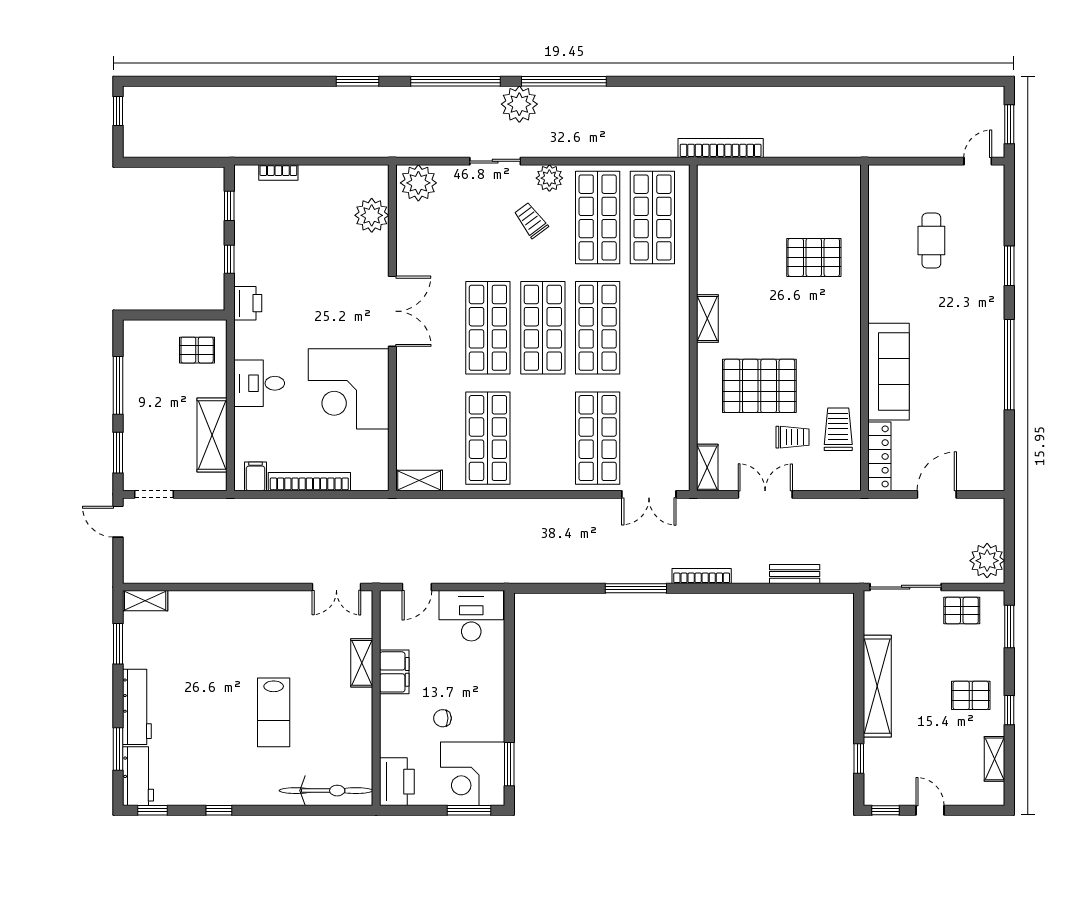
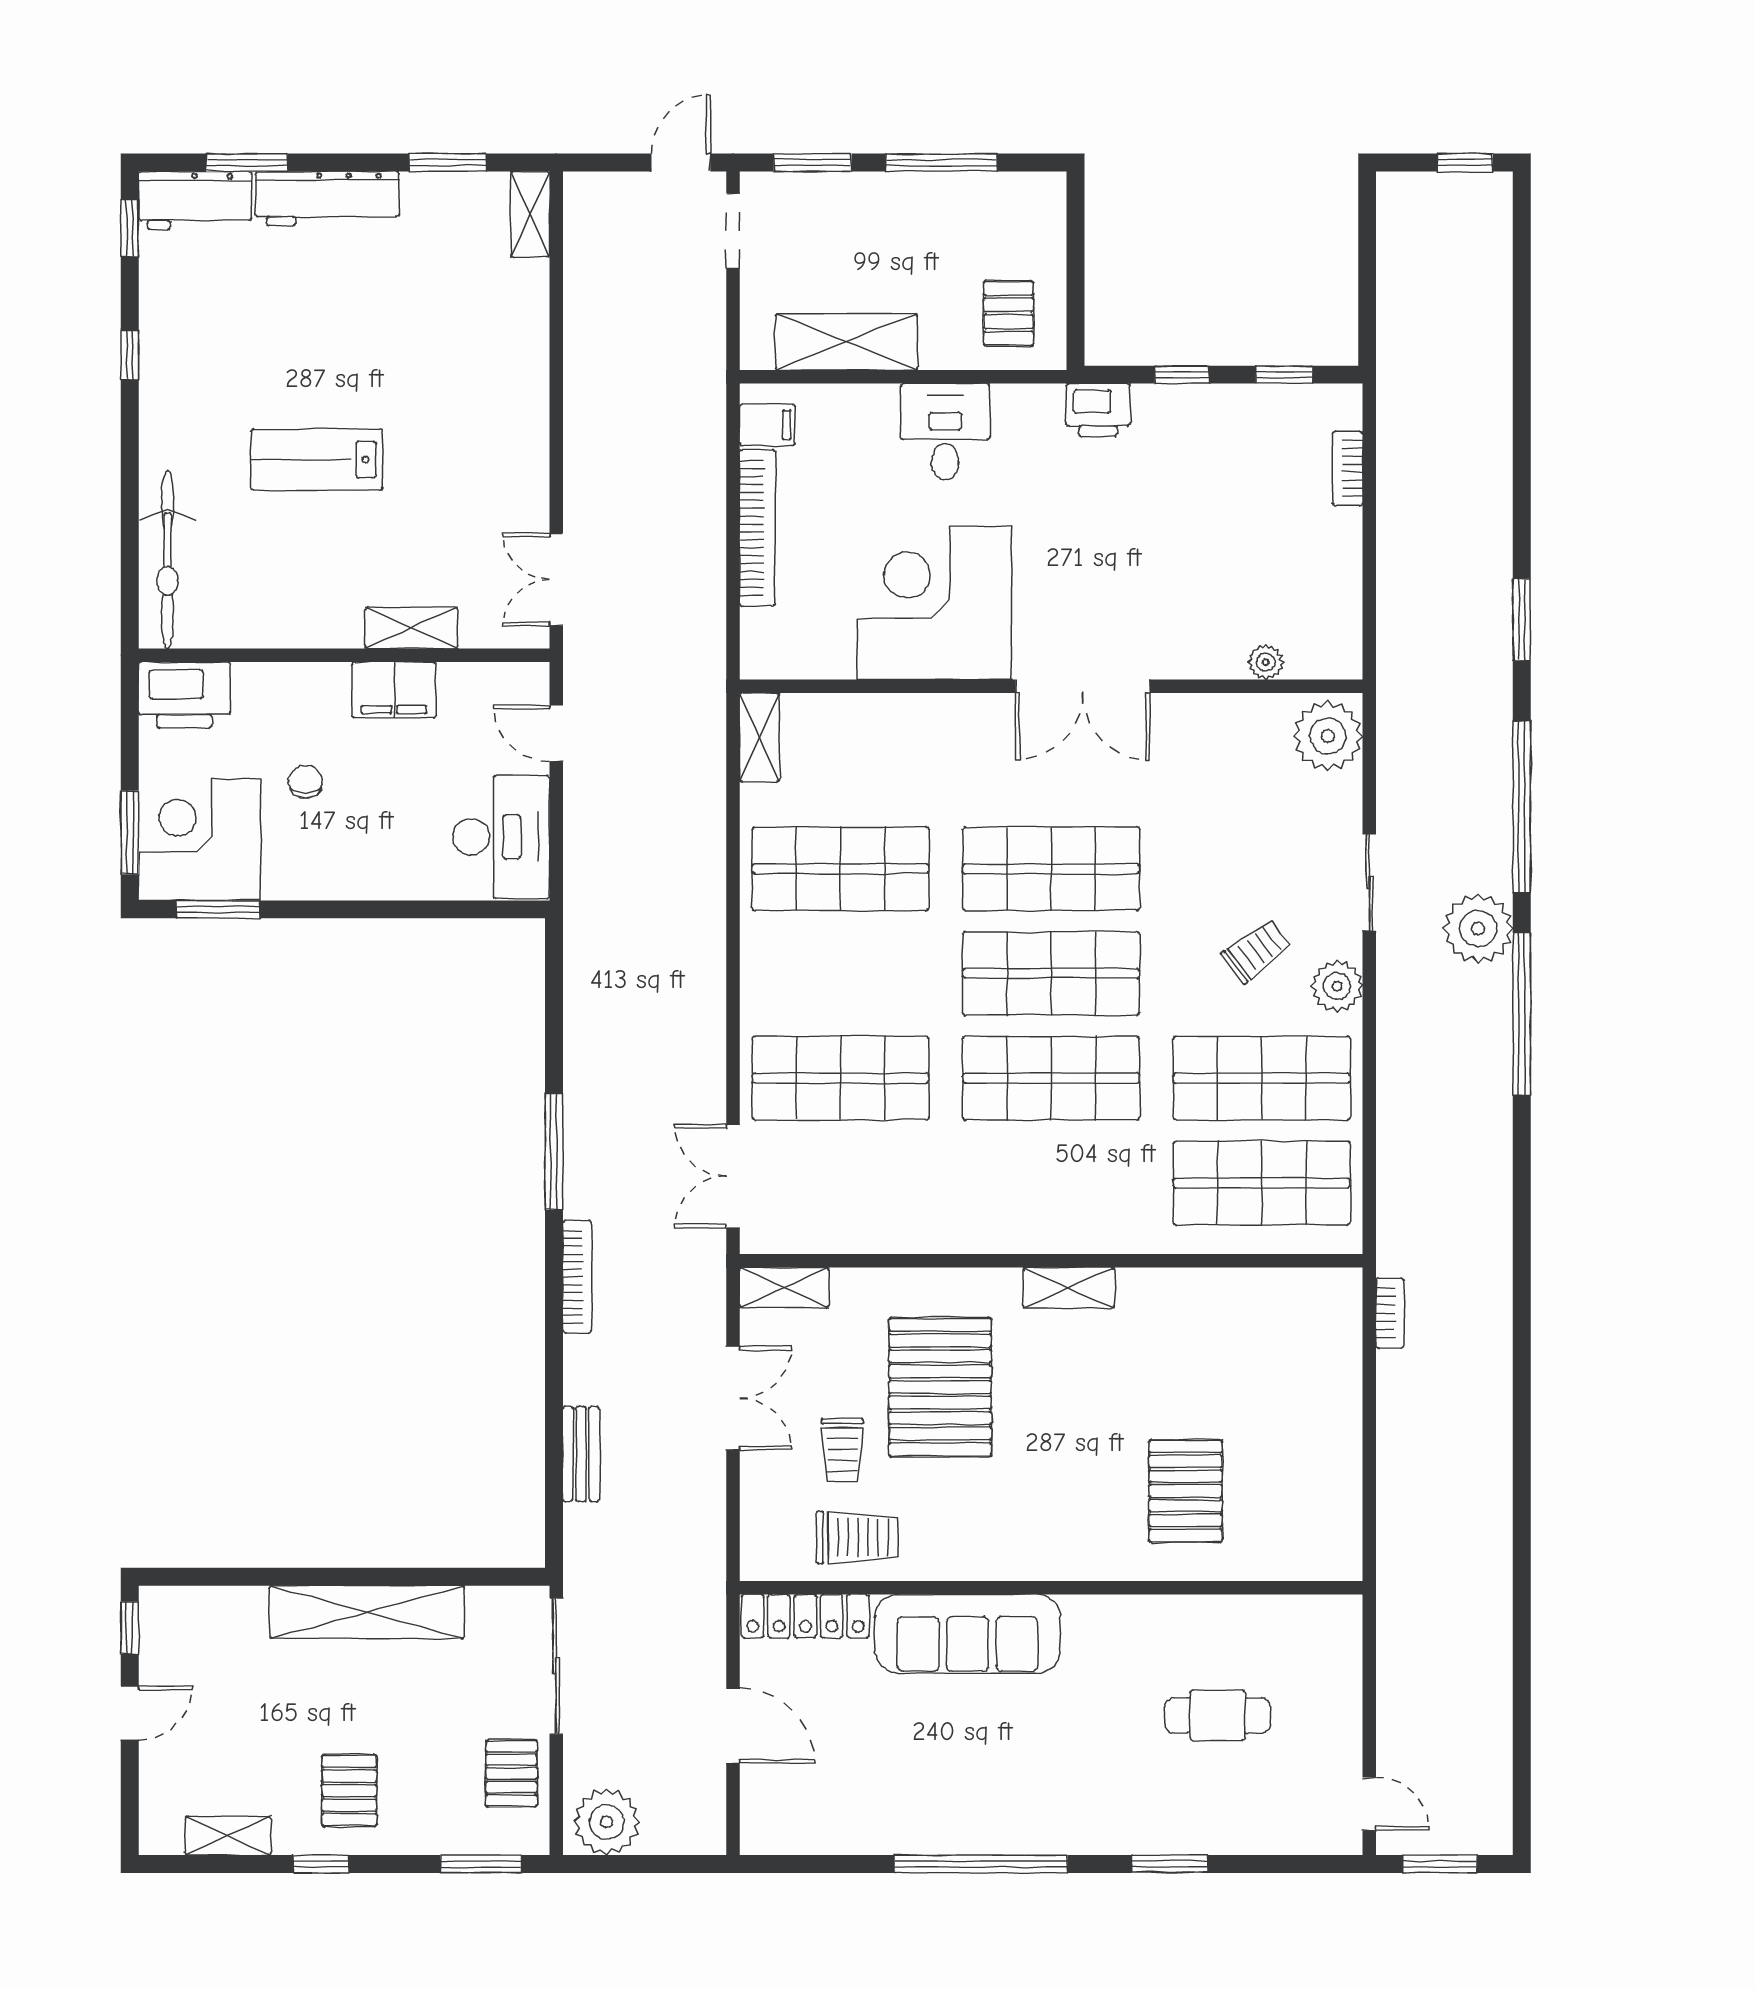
bookcase: (721, 148) -> (1390, 1313), width x0.43, depth x0.76
plant: (372, 215) -> (1266, 662), width x0.53, depth x0.53
window: (859, 759) -> (229, 1577), removed

